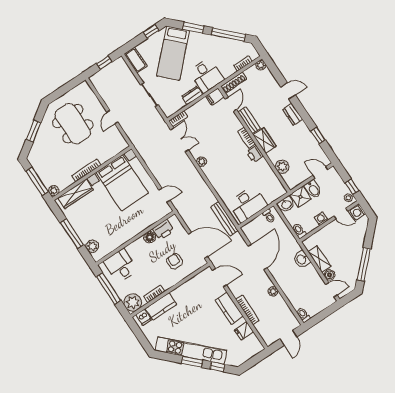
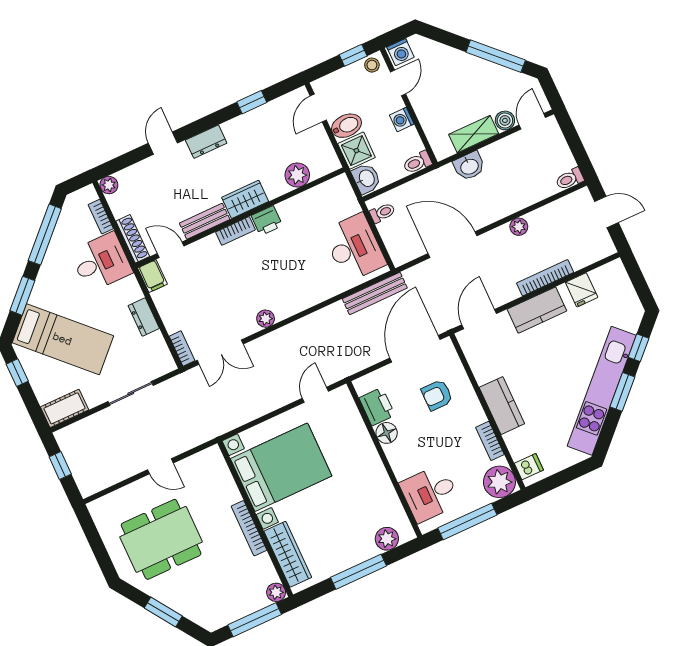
desk: (207, 75) -> (101, 262), moved
double door: (179, 140) -> (220, 352), swing flipped
kitchen counter: (161, 306) -> (502, 406), moved

